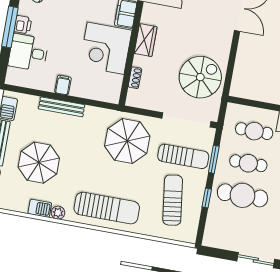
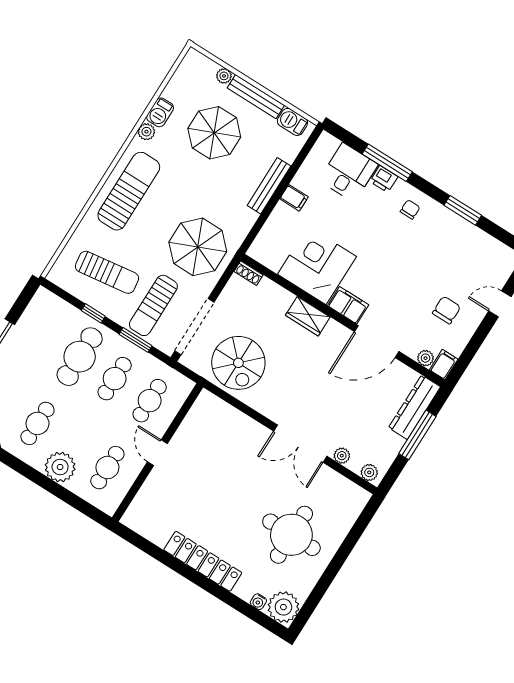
shoe rack: (135, 78) -> (249, 273), moved
sun lounger: (107, 208) -> (129, 191), turned 180

